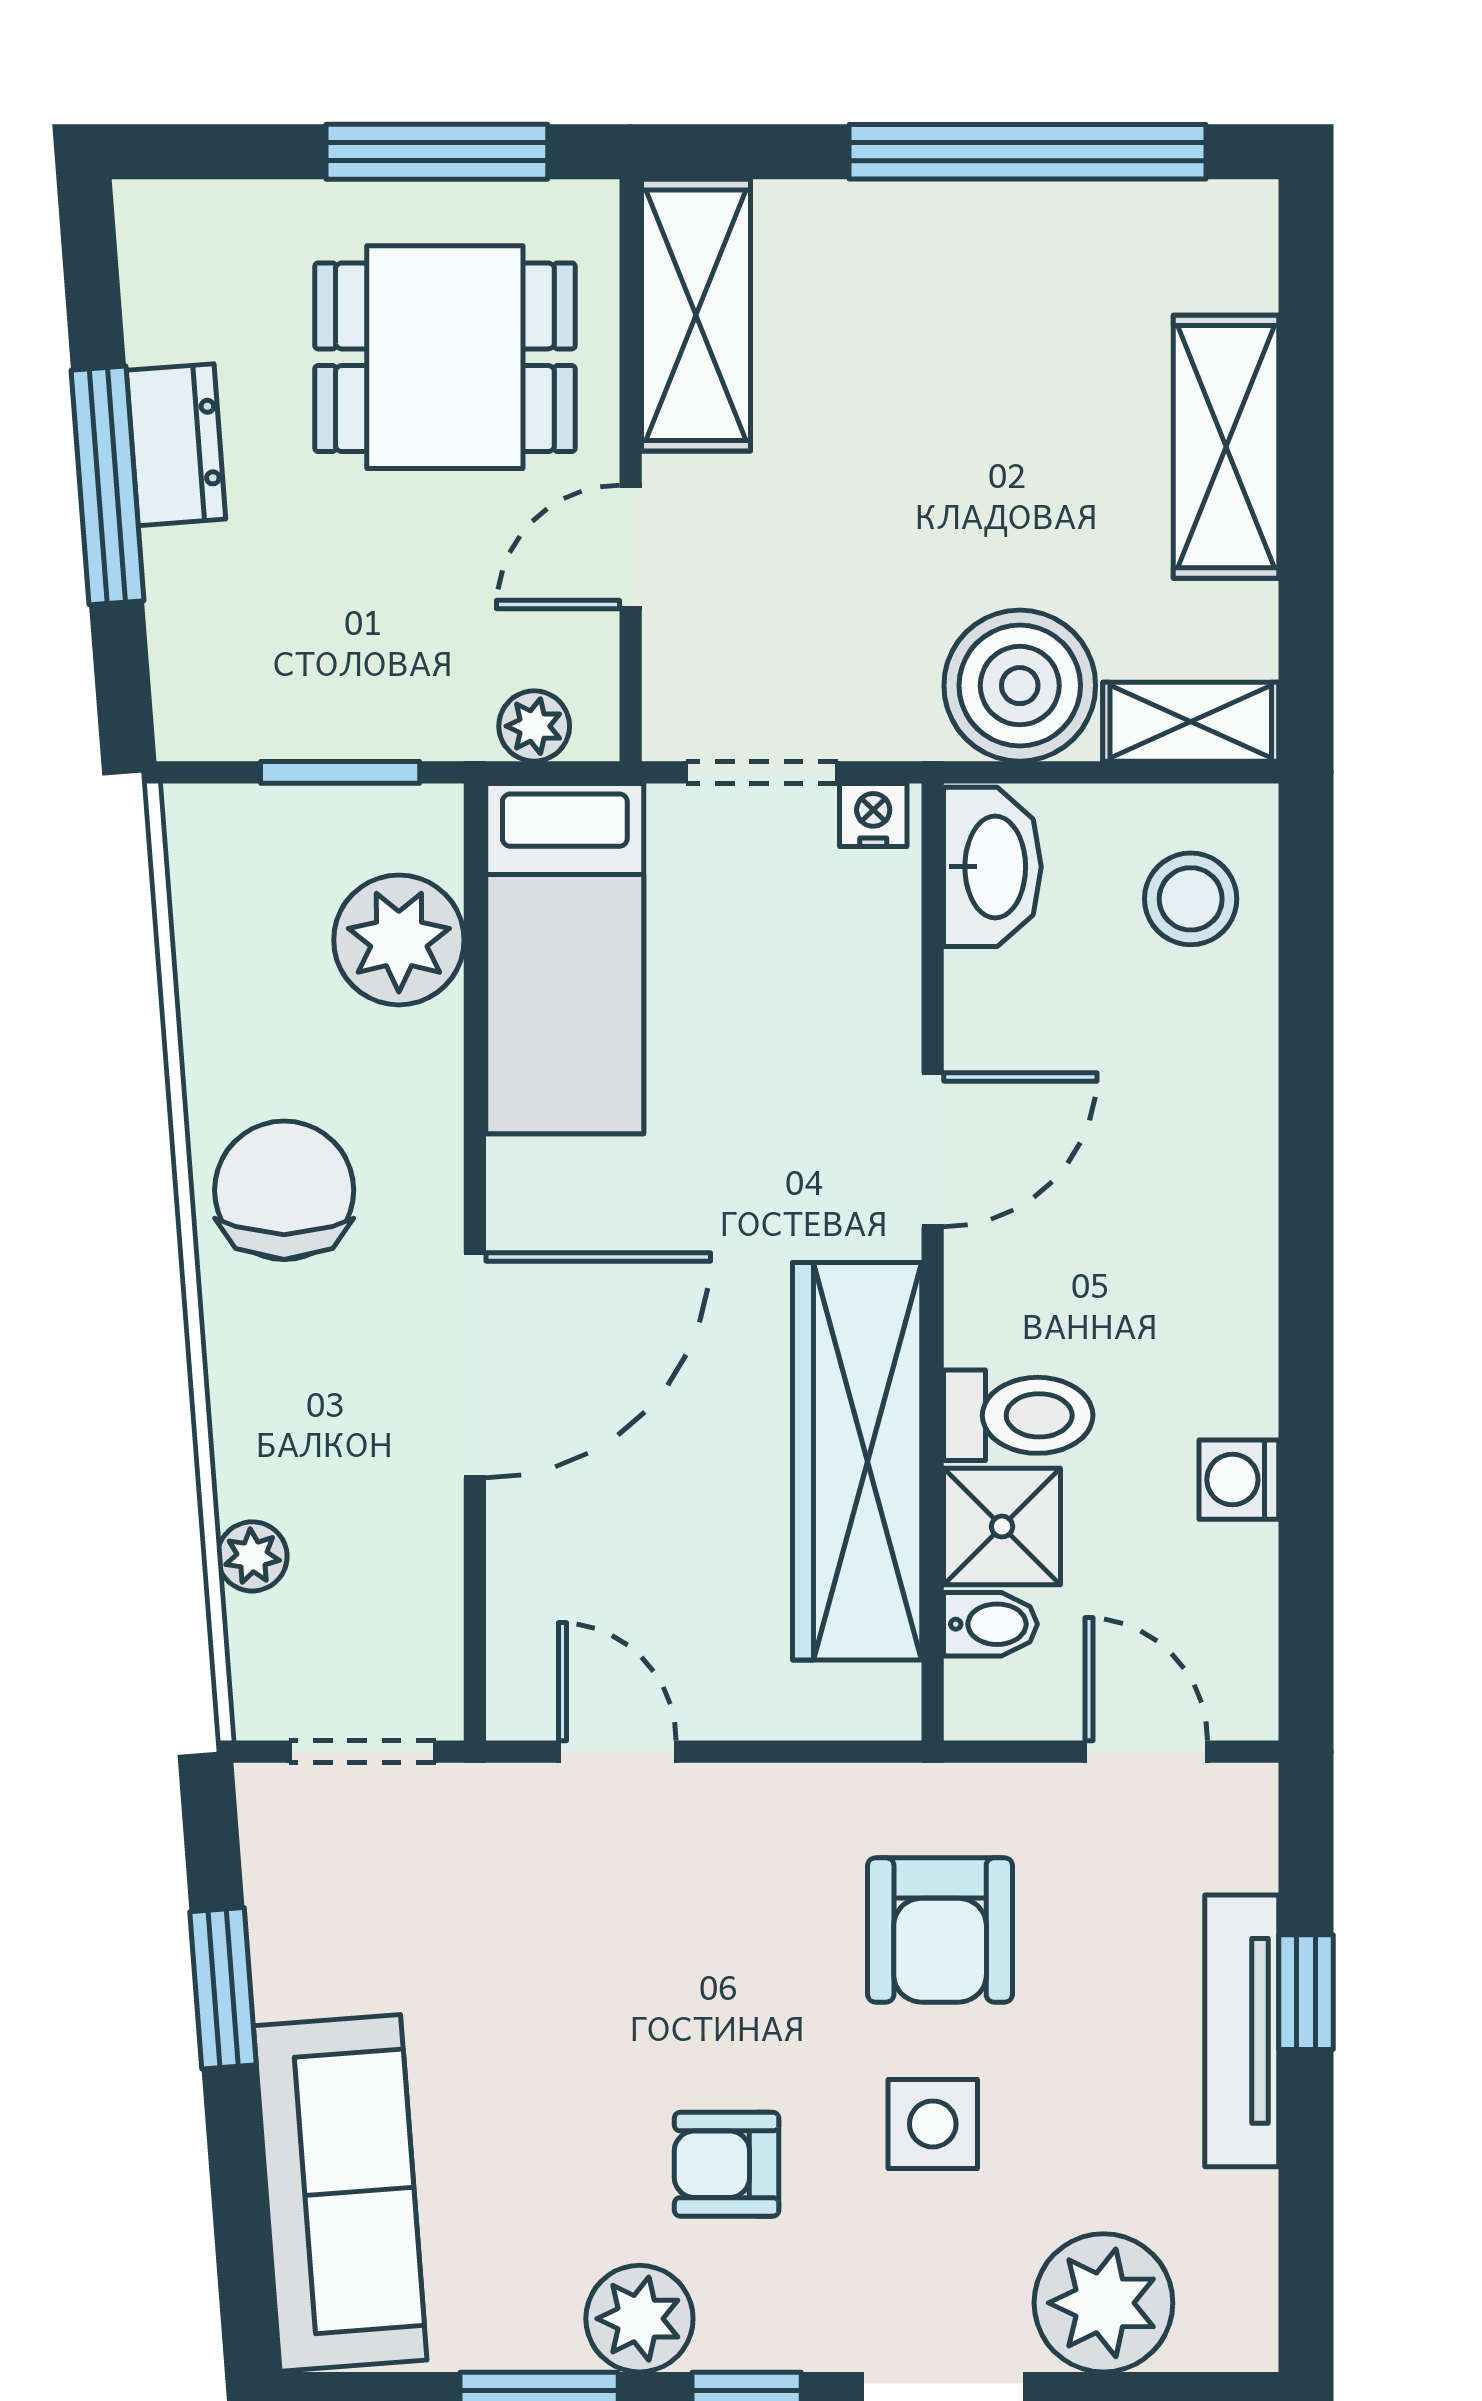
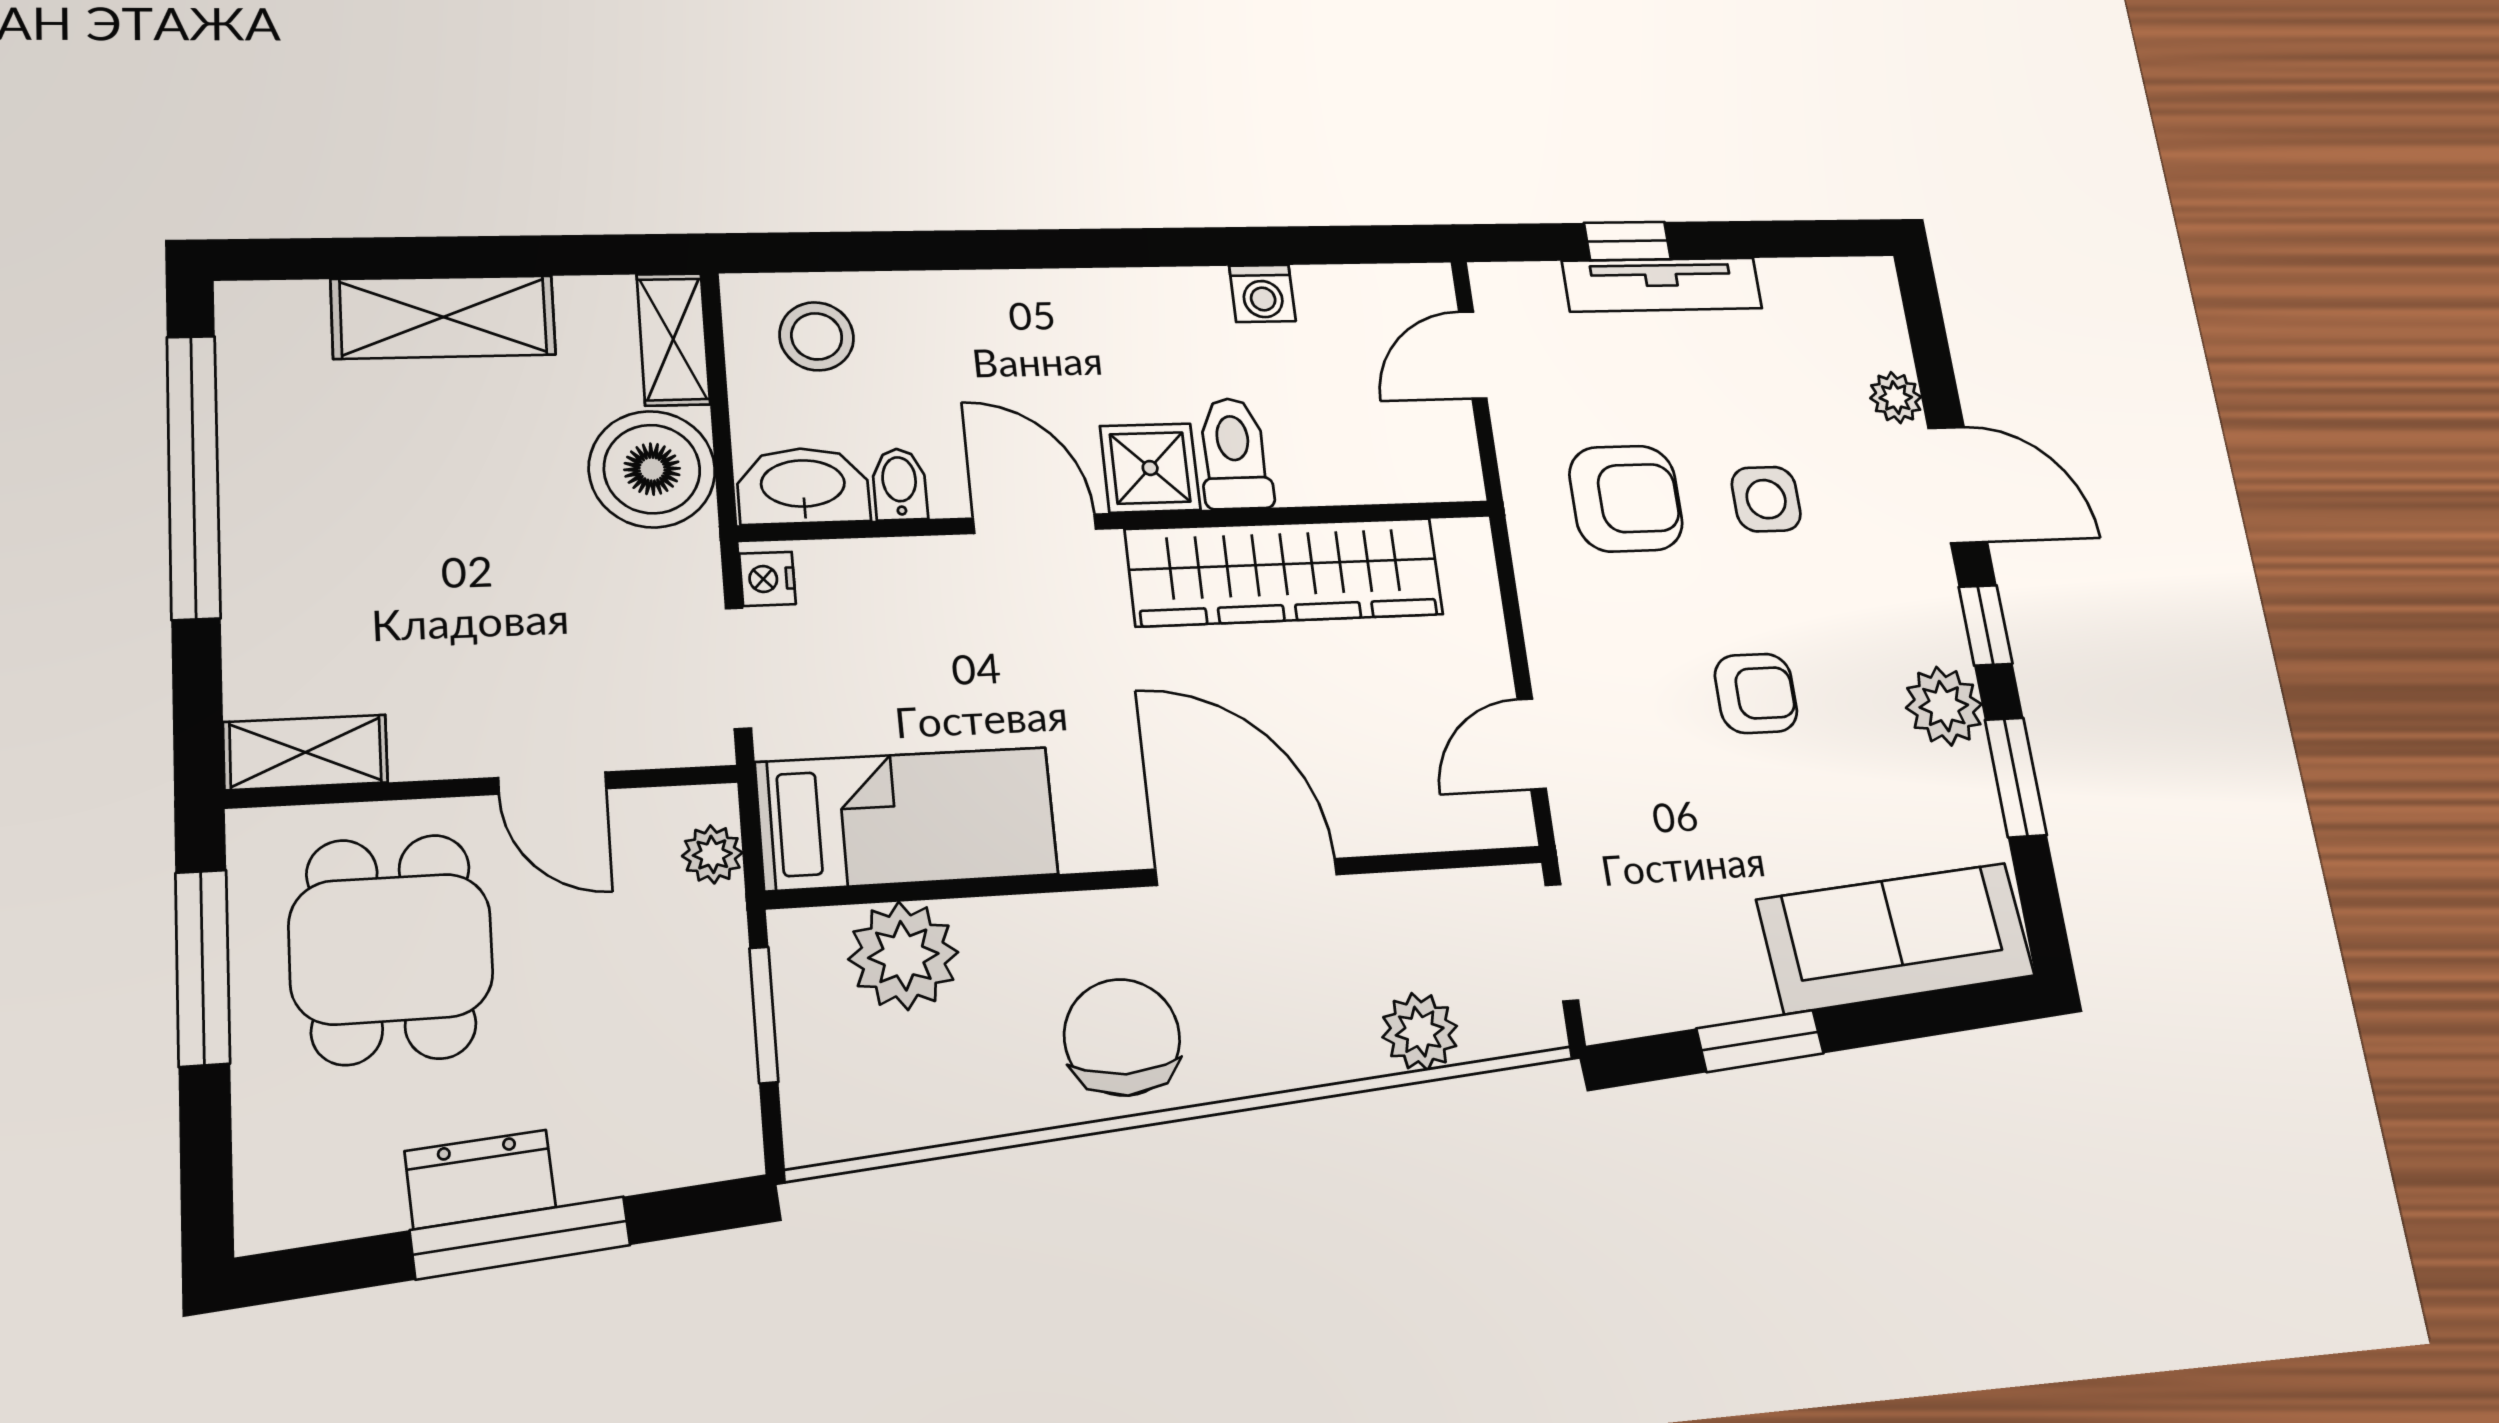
shelving: (696, 315) -> (305, 752), width x0.67, depth x0.75
chair: (284, 1190) -> (1122, 1037), turned 90
shower: (1002, 1527) -> (1150, 468), moved
plant: (252, 1556) -> (1420, 1032), width x1.38, depth x1.38
bidet: (990, 1624) -> (900, 484), moved
armchair: (727, 2164) -> (1756, 693), moved, turned -90
plant: (1103, 2303) -> (1896, 398), width x0.53, depth x0.53

